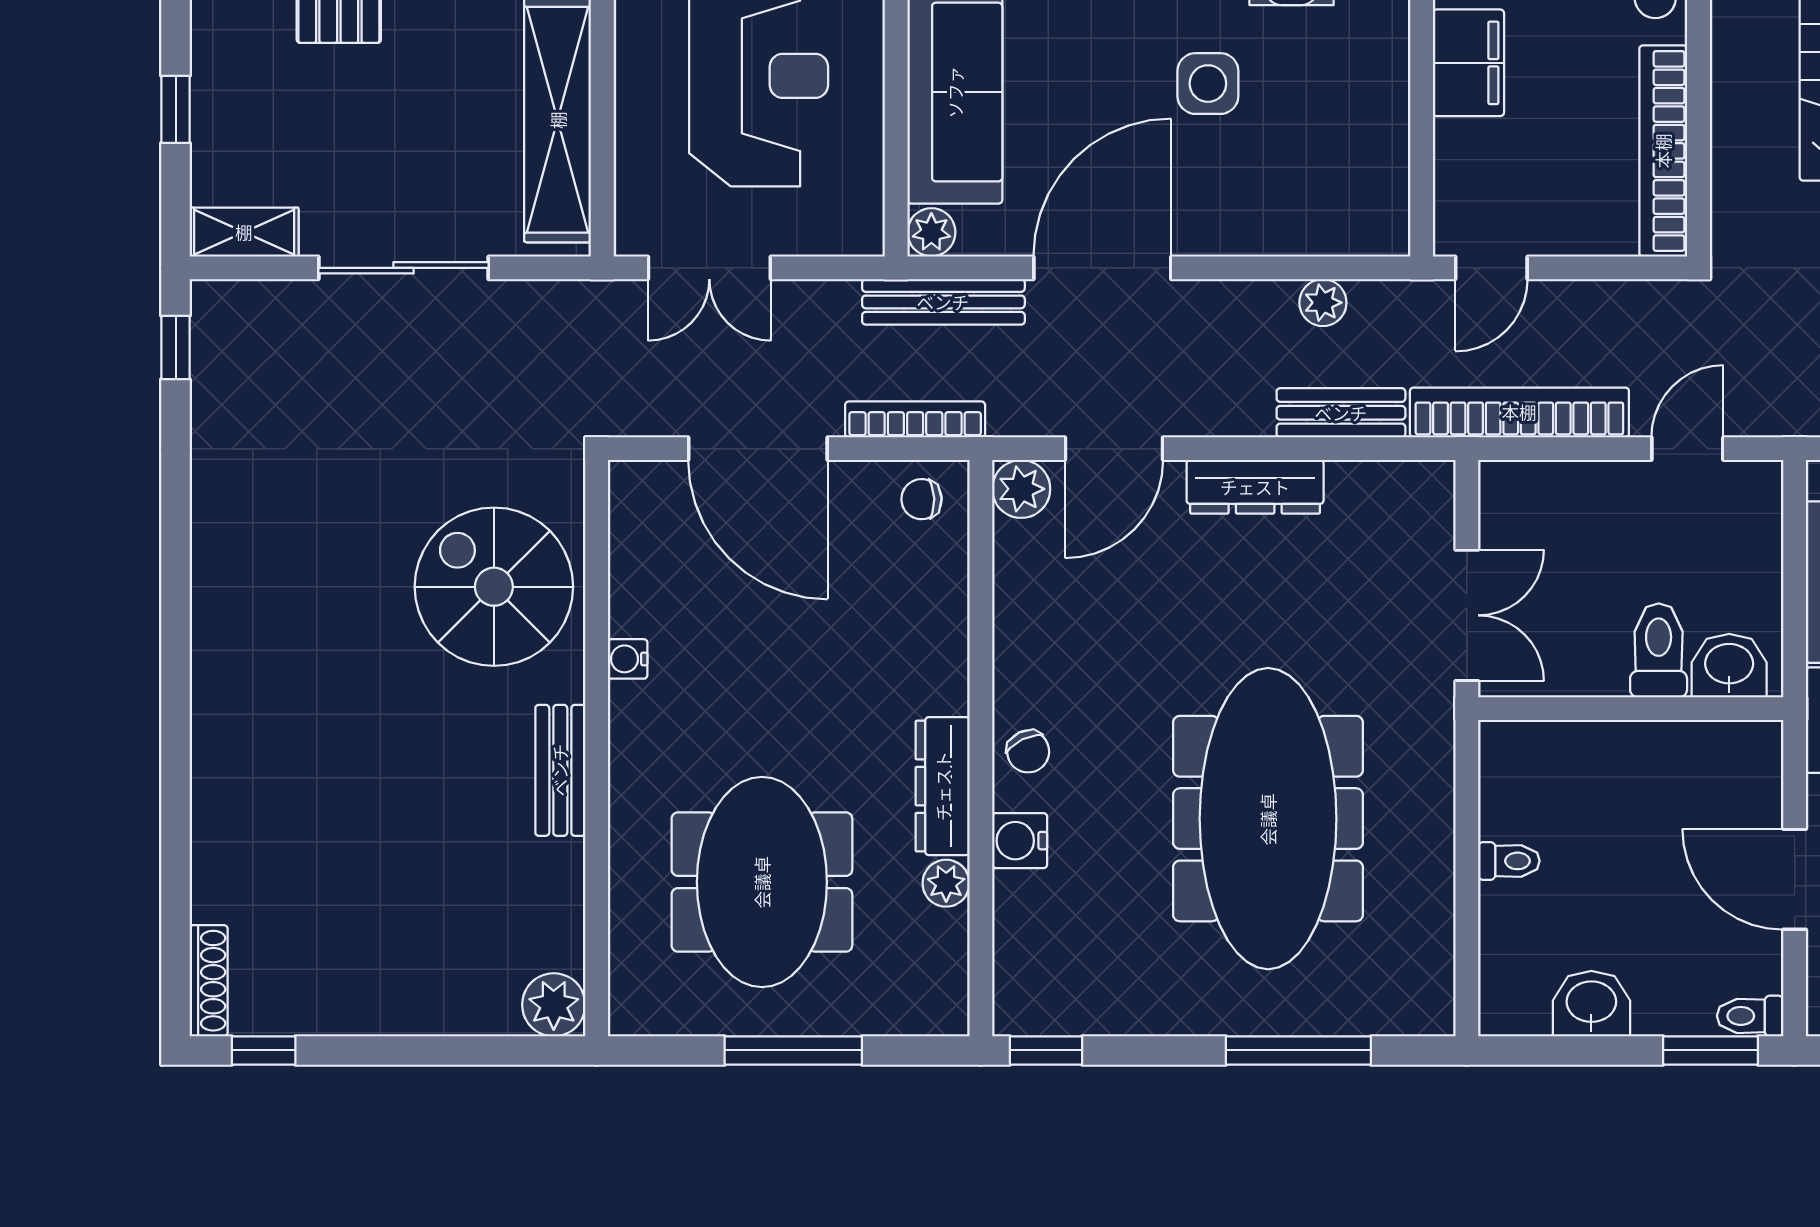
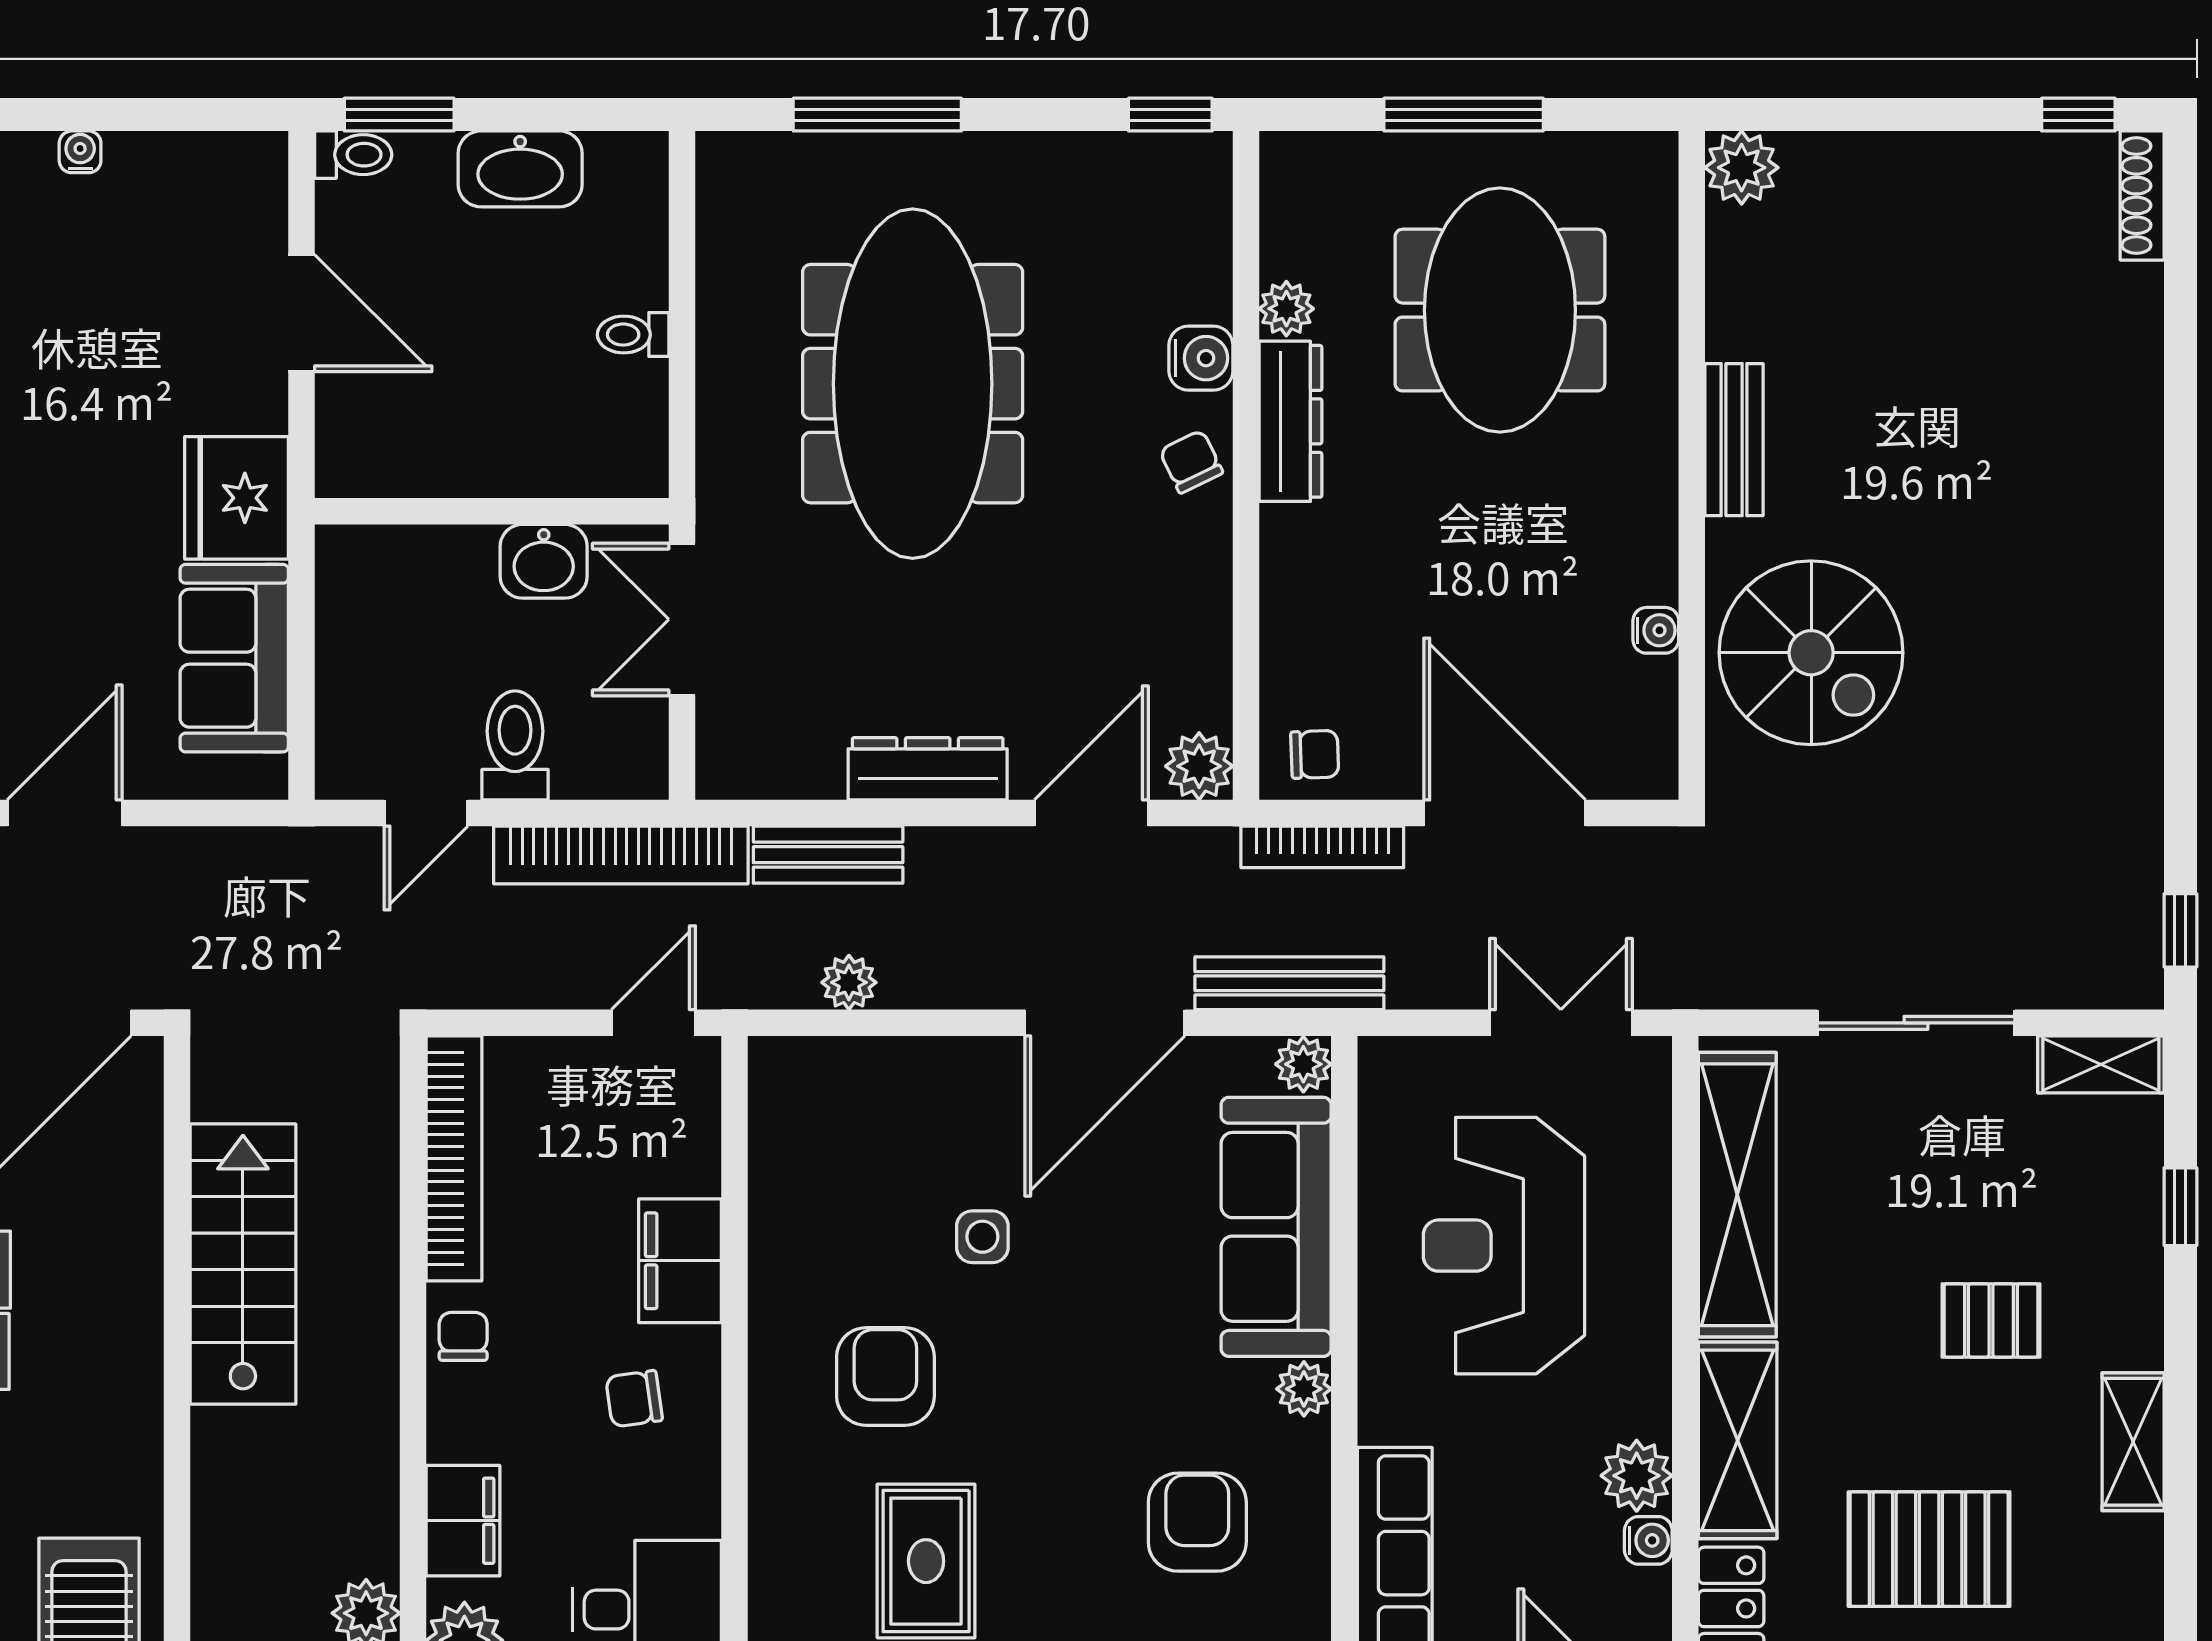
side table: (1208, 84) -> (982, 1237), width x0.73, depth x0.73
toilet: (1659, 650) -> (515, 745), moved, turned 180
water cooler: (628, 659) -> (1656, 630), moved
washbasin: (1729, 666) -> (544, 561), moved
washbasin: (1591, 1004) -> (520, 169), width x1.38

